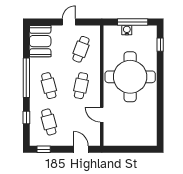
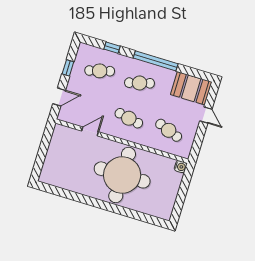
door: (69, 22) -> (206, 115), moved
window: (133, 22) -> (181, 196), removed
water cooler: (127, 30) -> (181, 167), moved
window: (160, 45) -> (147, 218), removed
window: (44, 149) -> (68, 68), moved

